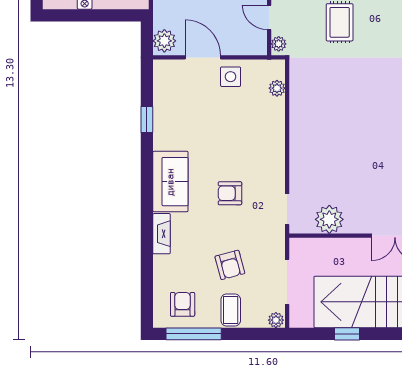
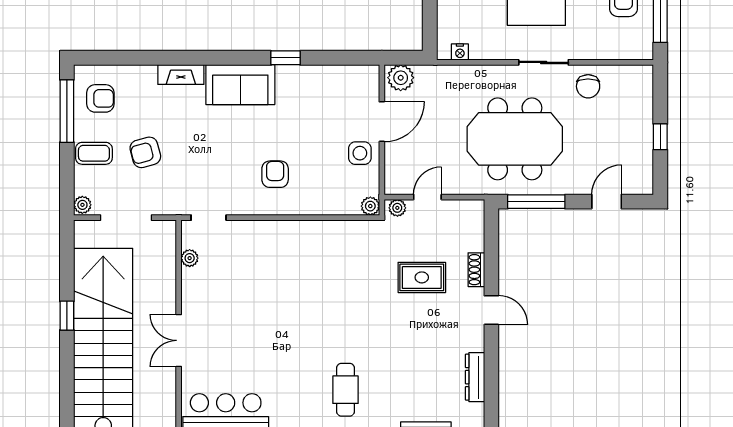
plant: (277, 88) -> (370, 206), moved
window: (147, 120) -> (286, 58), moved
armchair: (230, 193) -> (275, 174), moved
plant: (329, 219) -> (190, 258), width x0.53, depth x0.53
window: (347, 334) -> (67, 316), moved

